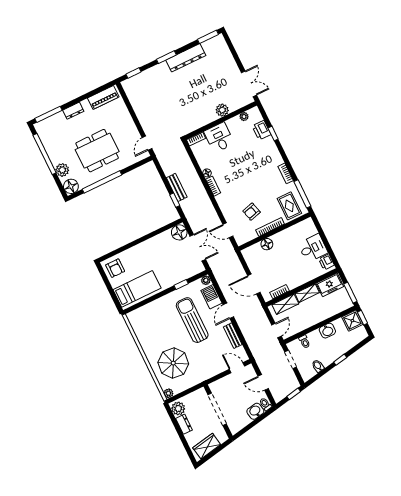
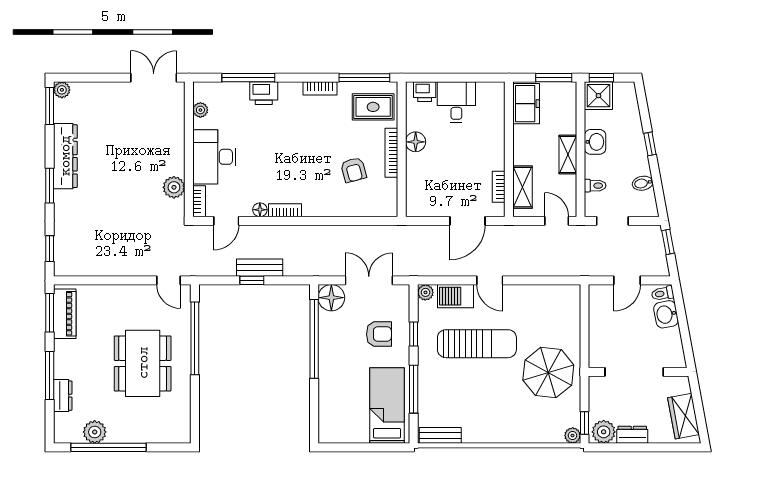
plant: (219, 39) -> (62, 90), added
window: (100, 89) -> (50, 313), added
plant: (222, 110) -> (174, 187), moved
dresser: (73, 111) -> (63, 396), moved
window: (48, 114) -> (50, 376), moved
printer: (262, 130) -> (264, 93), moved
window: (273, 133) -> (248, 78), width x2.17
desk: (219, 138) -> (214, 157), width x1.37
plant: (62, 170) -> (95, 432), moved
window: (102, 182) -> (195, 338), moved
floor lamp: (71, 186) -> (178, 431), removed
window: (175, 200) -> (252, 280), moved
door: (228, 230) -> (226, 221), moved
window: (153, 234) -> (314, 339), added
floor lamp: (267, 244) -> (416, 142), moved
printer: (326, 262) -> (425, 92), moved
armchair: (115, 268) -> (379, 334), moved
shelving: (307, 293) -> (568, 154), moved
window: (152, 299) -> (414, 389), added
sun lounger: (192, 320) -> (477, 344), turned 180
bench: (233, 336) -> (440, 435), moved
parasol: (173, 363) -> (548, 373), moved
door: (237, 368) -> (584, 310), removed
window: (178, 396) -> (584, 423), added

